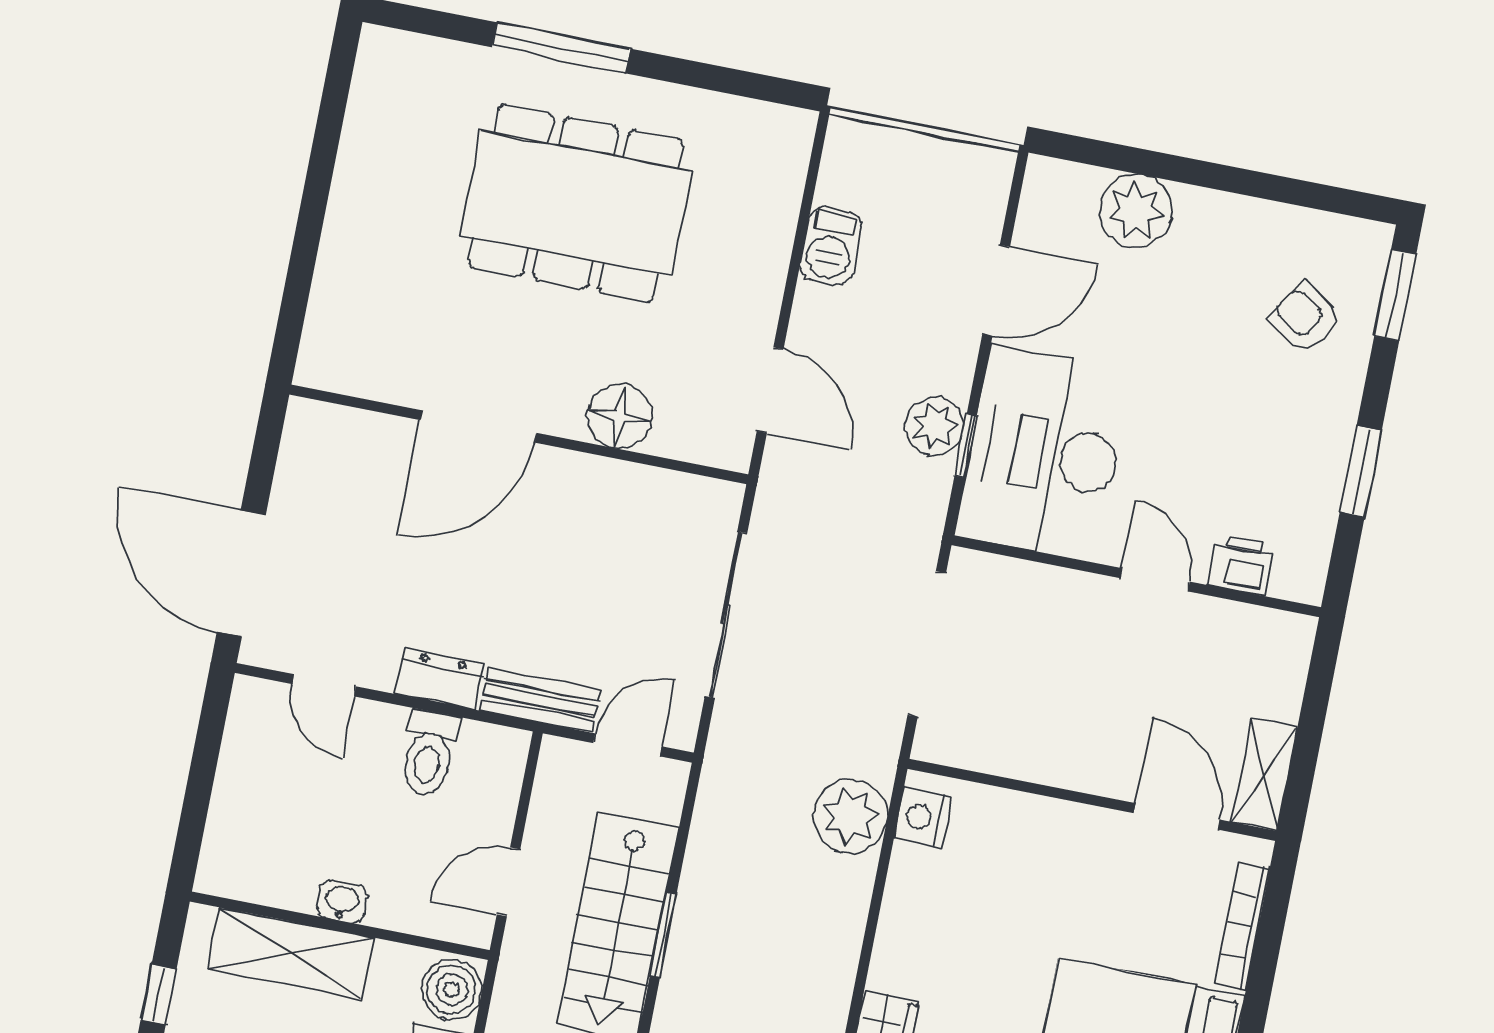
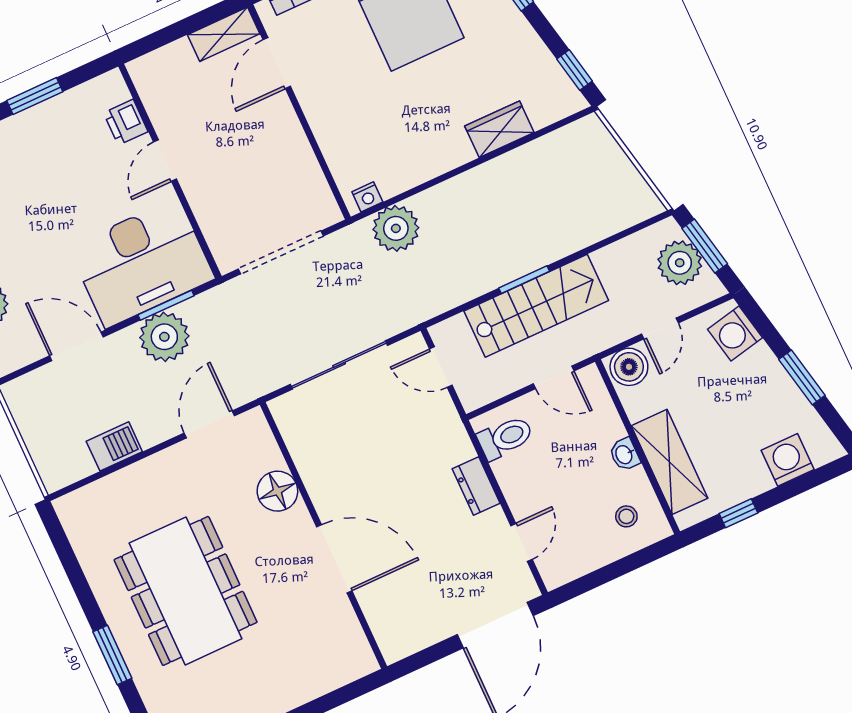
window: (561, 48) -> (112, 655), width x0.69
plant: (935, 426) -> (164, 337), width x1.36, depth x1.36
window: (966, 446) -> (166, 305), width x1.50
bench: (540, 700) -> (450, 428), removed
toilet: (429, 753) -> (505, 438), moved
nightstand: (923, 817) -> (367, 197), width x0.72, depth x0.74
stool: (260, 846) -> (626, 516), added

